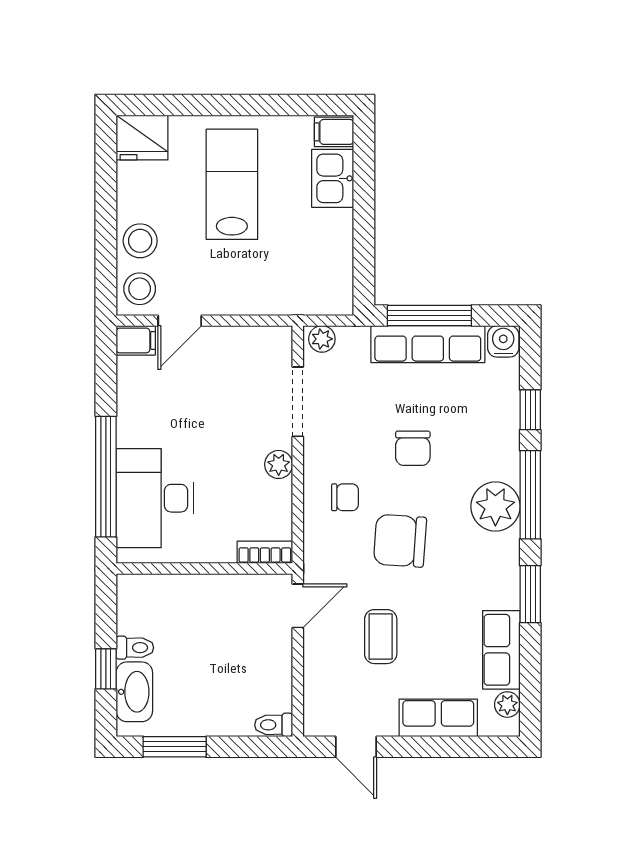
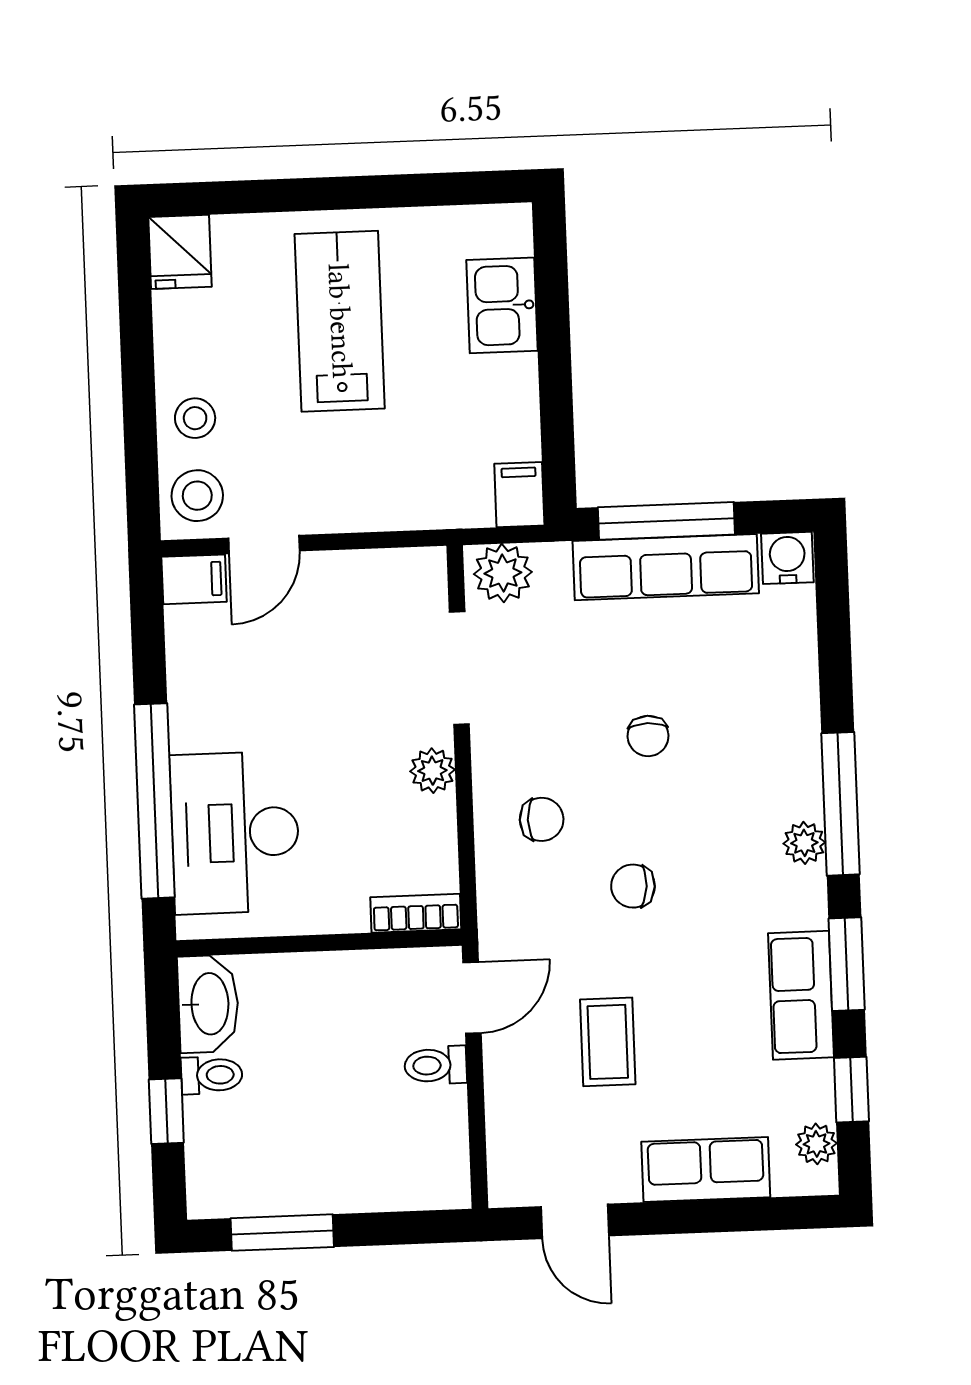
filing cabinet: (334, 132) -> (519, 495), moved, turned 90
fridge: (142, 138) -> (180, 252), width x0.72
stool: (140, 241) -> (195, 418), width x0.73, depth x0.73
plant: (322, 339) -> (503, 573), width x1.38, depth x1.38
window: (530, 410) -> (851, 1090), moved
chair: (413, 448) -> (648, 736), width x0.73, depth x0.73
plant: (495, 507) -> (804, 843), width x0.53, depth x0.53
chair: (400, 541) -> (633, 886), width x0.54, depth x0.54
row of seats: (501, 650) -> (801, 995), moved
washbasin: (134, 692) -> (208, 1004), moved
toilet: (274, 725) -> (436, 1065), moved

